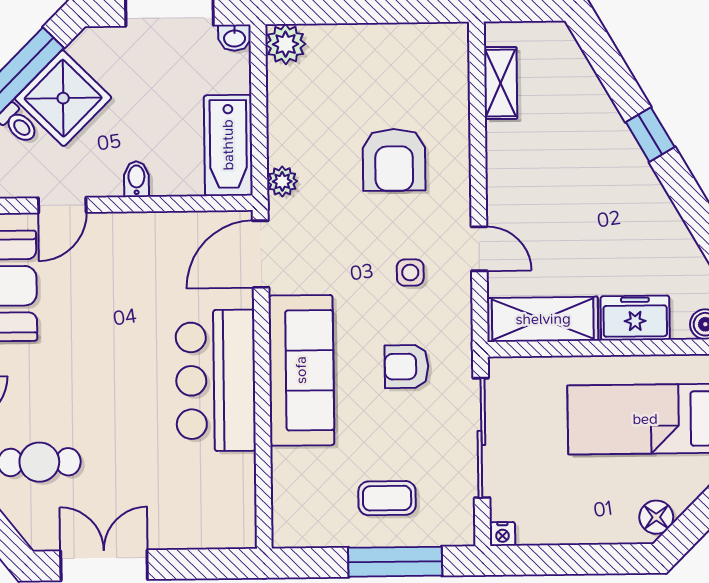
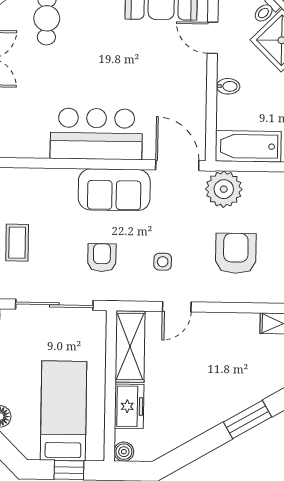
window: (650, 135) -> (248, 419), width x1.50
armchair: (394, 160) -> (236, 253), turned 90
plant: (282, 181) -> (224, 189), width x1.88, depth x1.88
sofa: (301, 370) -> (114, 190), width x0.73

